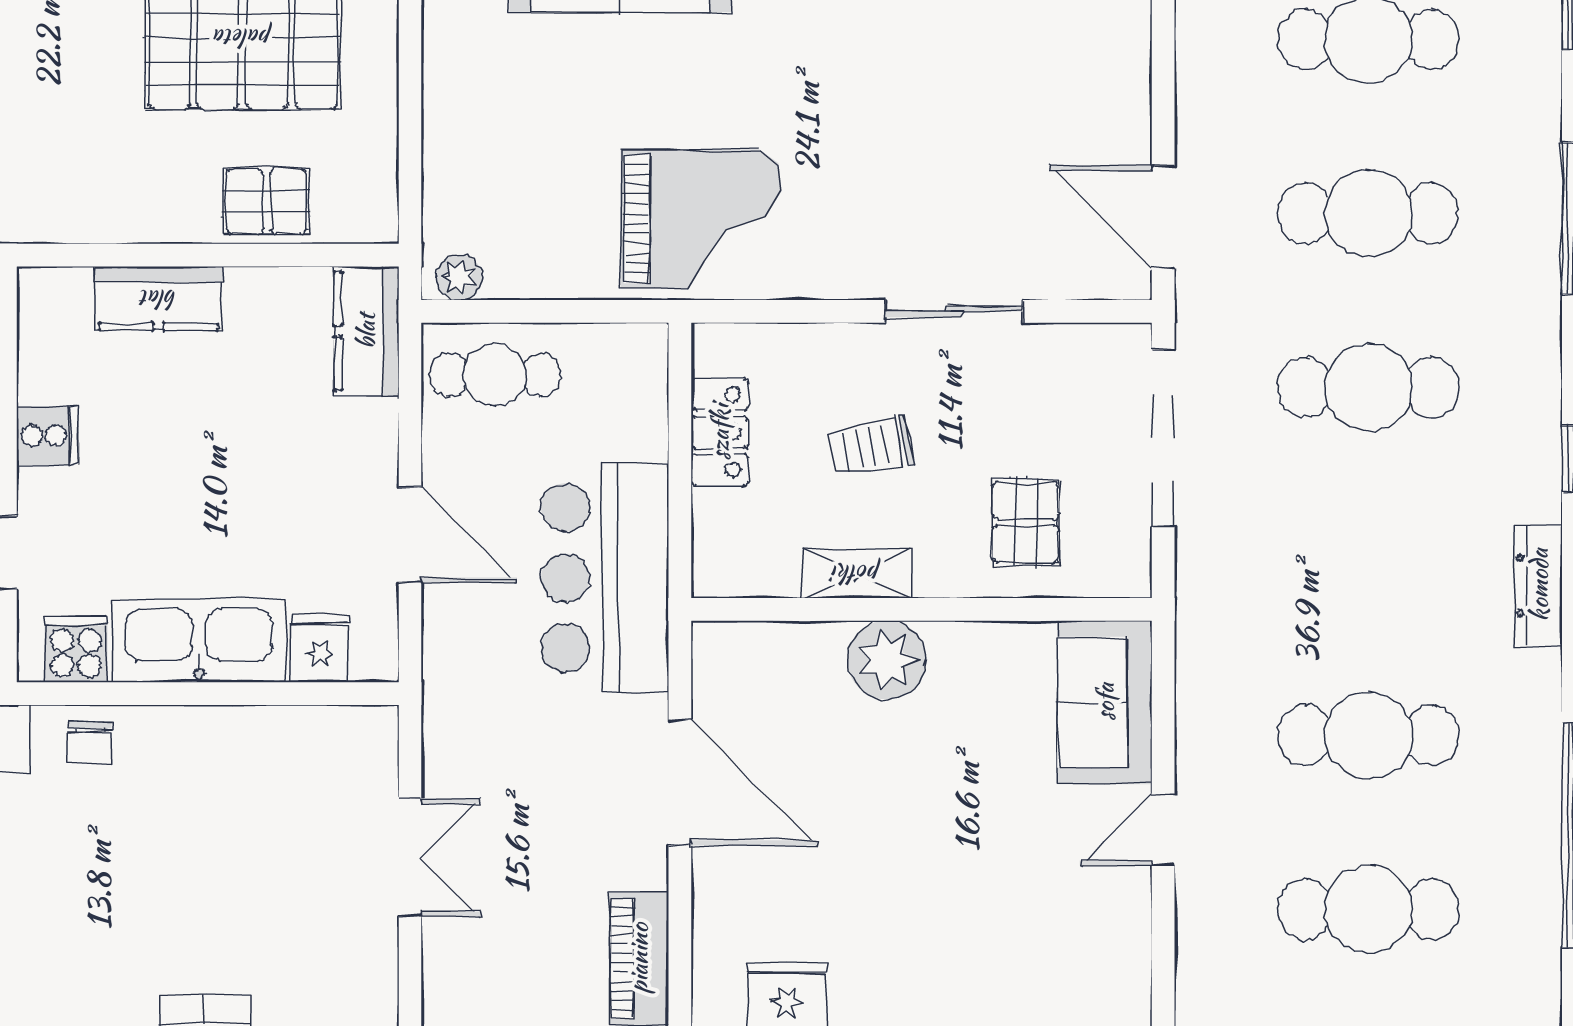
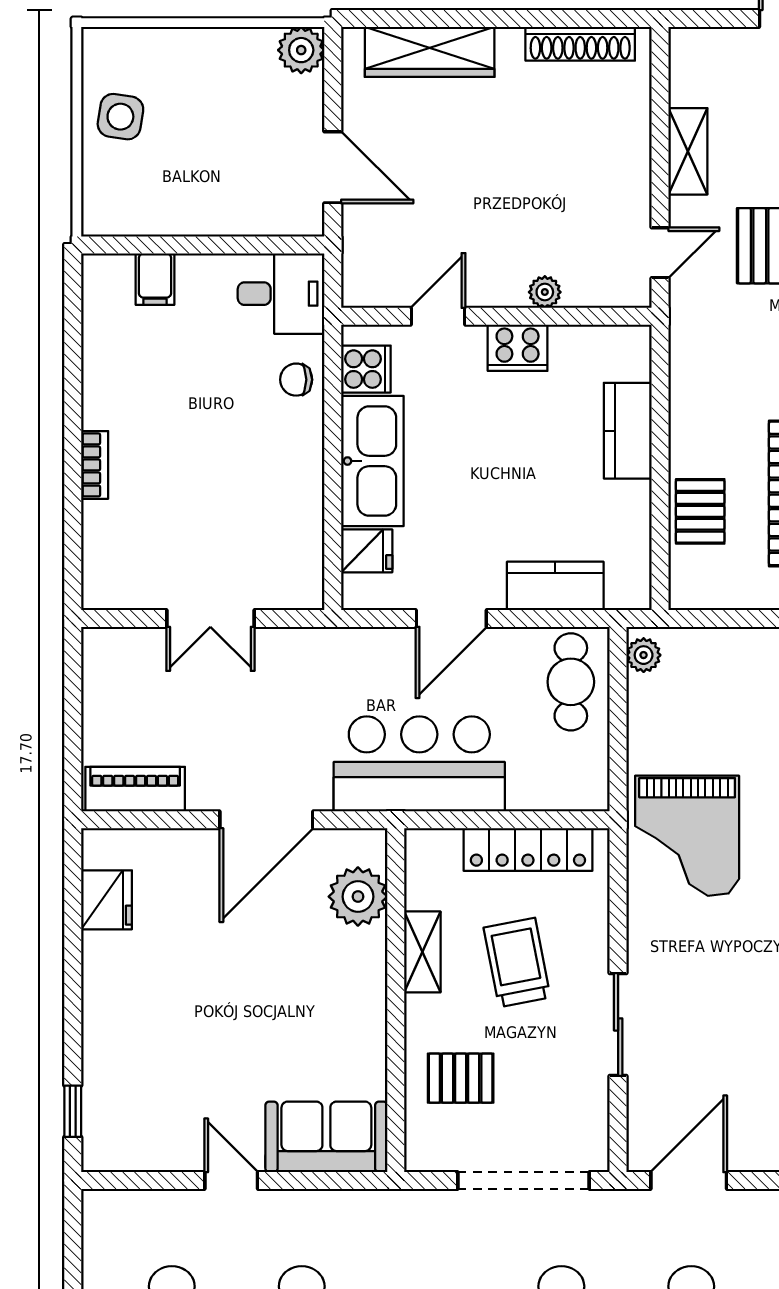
kitchen counter: (366, 331) -> (555, 586), moved
locker: (720, 432) -> (528, 849), width x1.53
cooker: (47, 435) -> (518, 348), width x1.36
trolley: (871, 447) -> (517, 962), width x1.36, depth x1.39
plant: (887, 660) -> (358, 897), moved

